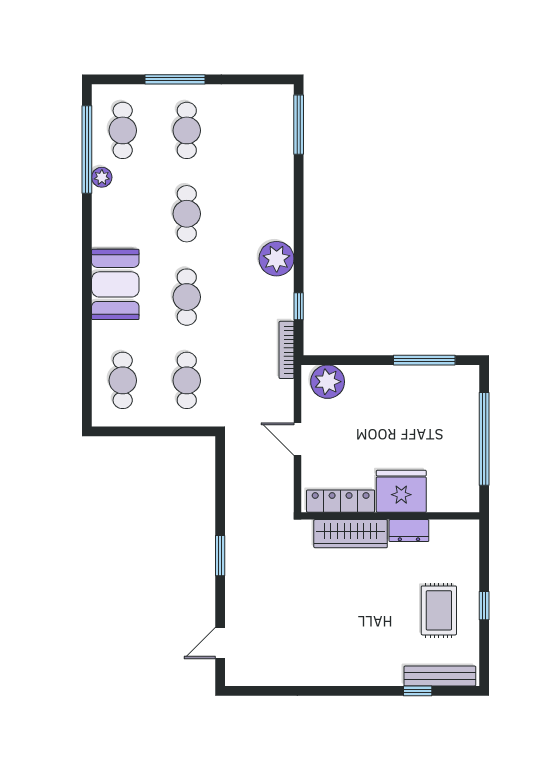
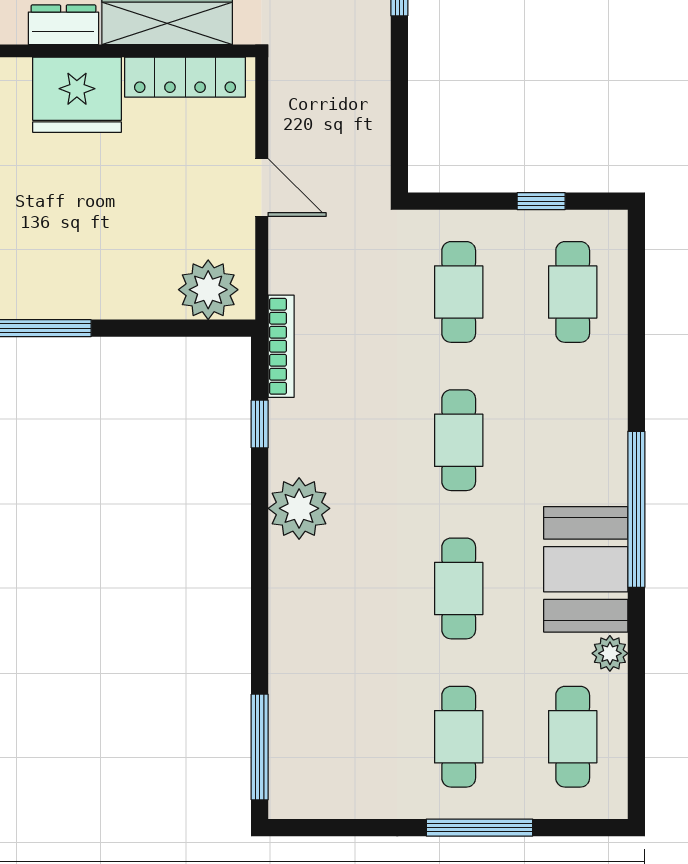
window: (87, 150) -> (636, 509), moved
booth: (115, 284) -> (586, 569), moved
window: (140, 431) -> (541, 201), added

